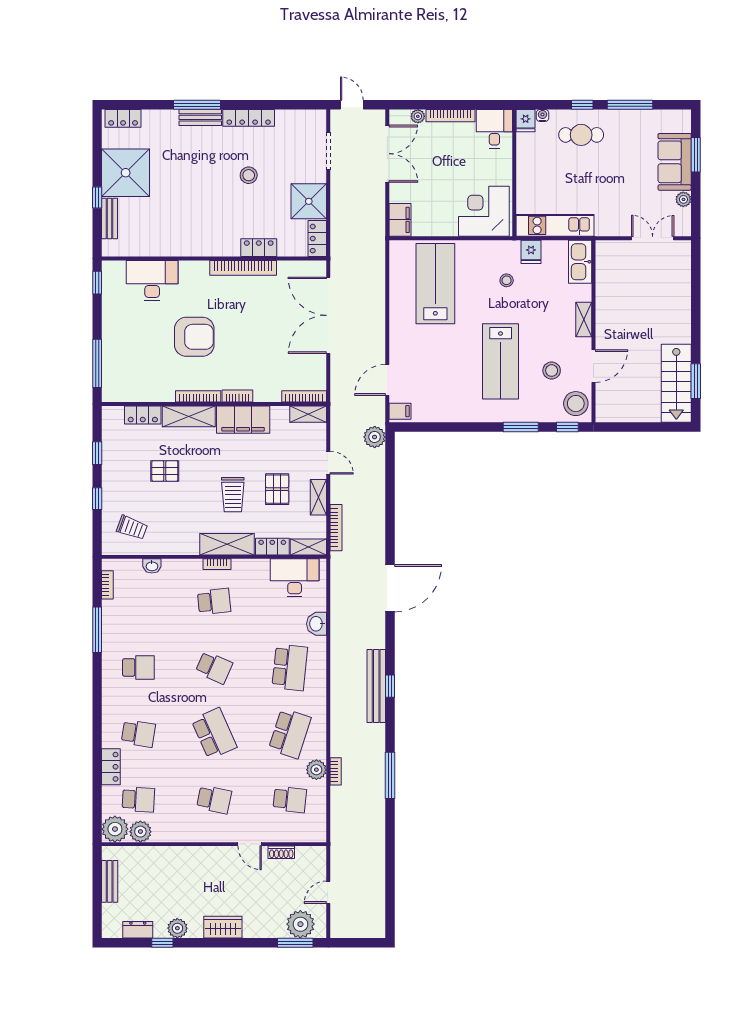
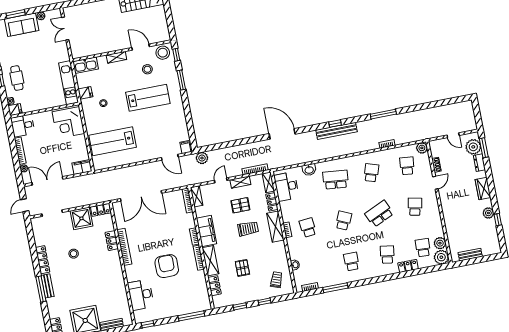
school desk: (290, 734) -> (371, 173), width x0.54
plant: (316, 770) -> (422, 148), moved
dresser: (138, 930) -> (479, 163), moved

